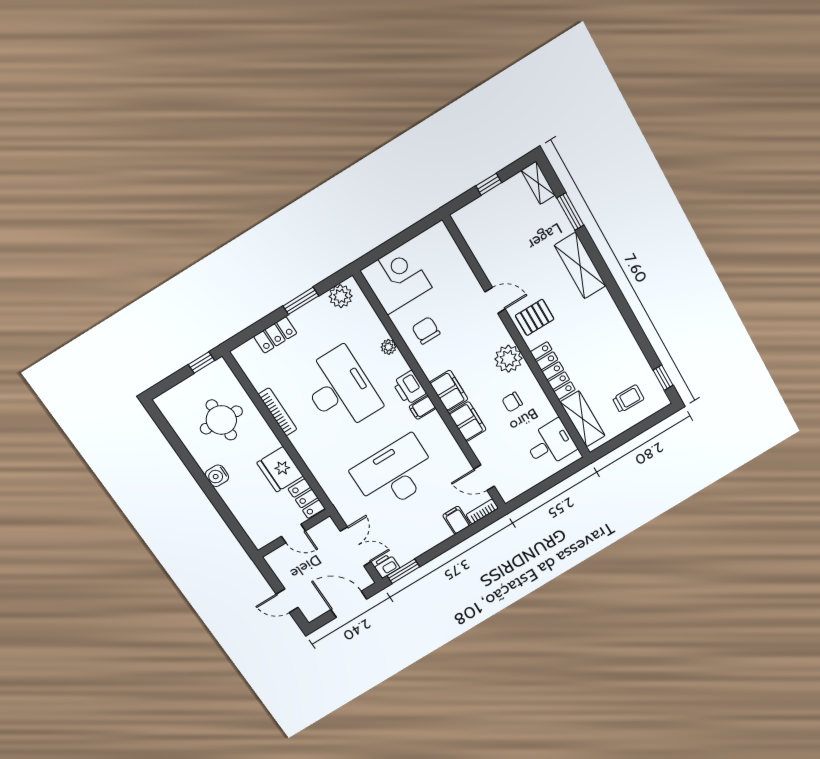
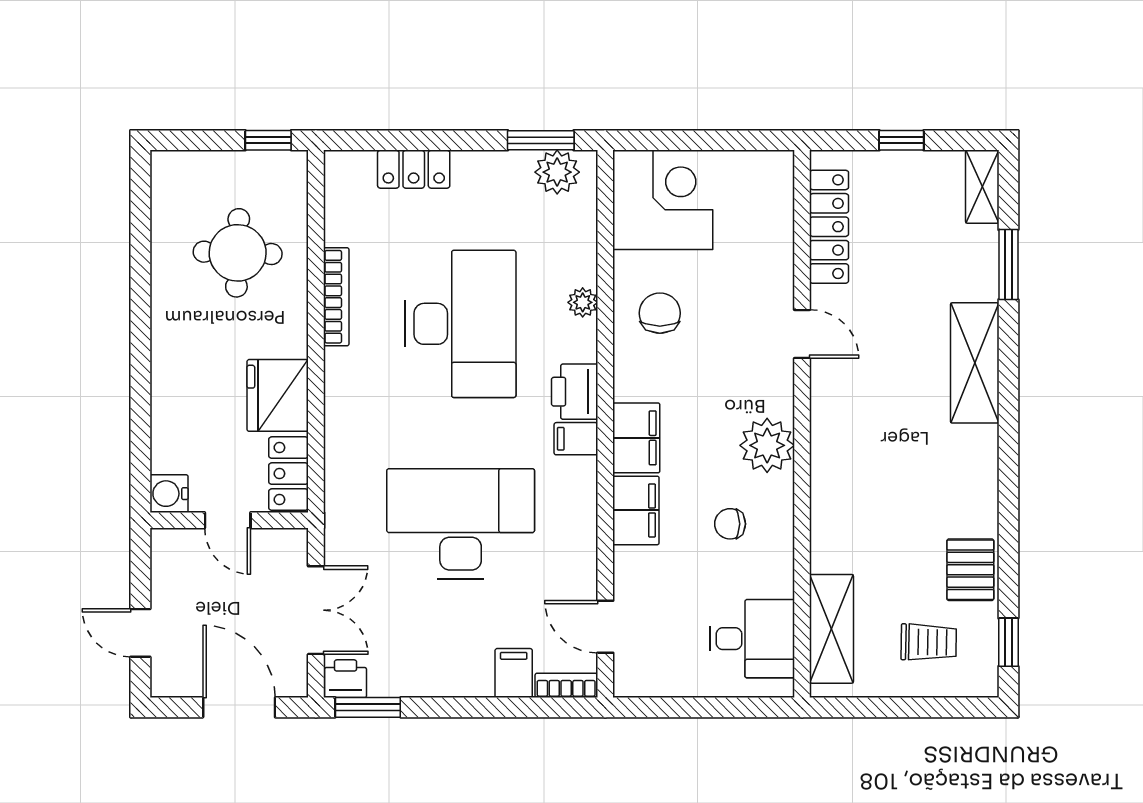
window: (301, 301) -> (541, 140), moved
pallet: (535, 317) -> (970, 570), moved, turned 90
locker: (553, 371) -> (829, 227), moved
water cooler: (217, 476) -> (169, 494), moved

